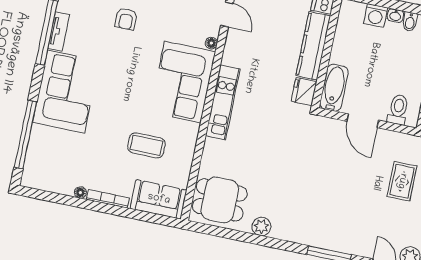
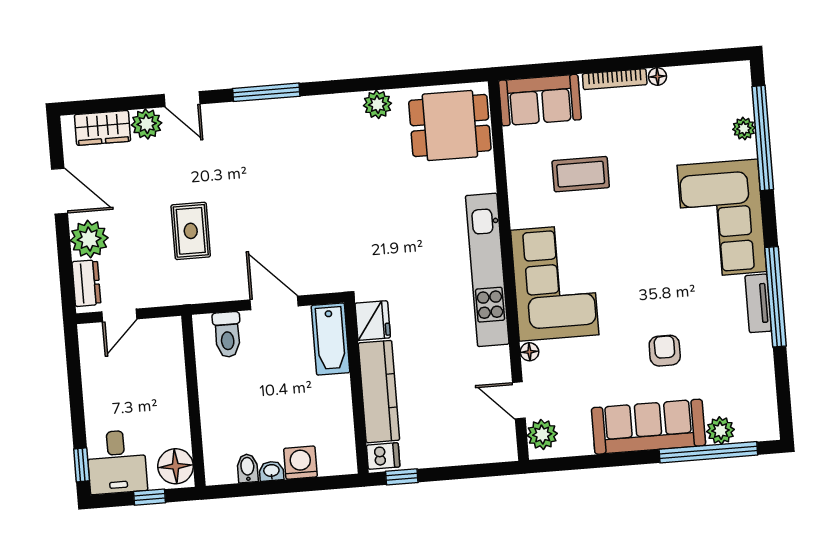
kitchen unit: (223, 102) -> (487, 270), width x1.36
plant: (36, 144) -> (744, 129), added

